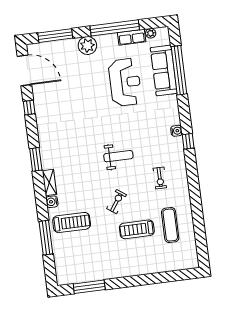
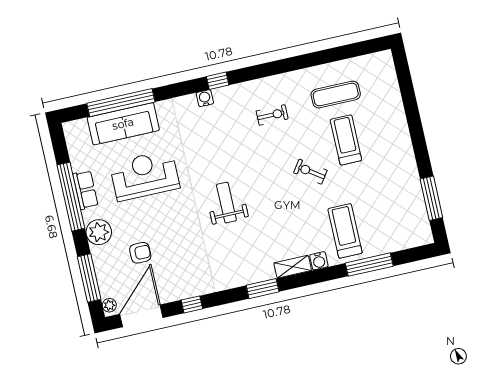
plant: (151, 33) -> (109, 305), moved
row of seats: (132, 37) -> (85, 190), moved
armchair: (70, 74) -> (140, 253), added
weight bench: (118, 156) -> (226, 203), moved
treadmill: (137, 229) -> (346, 140), turned 180

